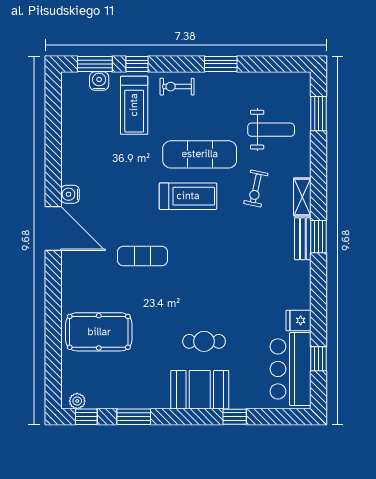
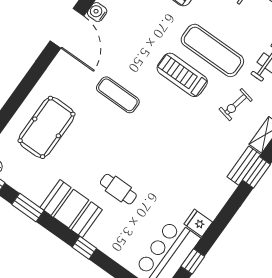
treadmill: (188, 196) -> (182, 75), turned 180
pool table: (99, 332) -> (47, 127), turned 90
booth: (200, 390) -> (71, 209), moved
window: (235, 417) -> (84, 248), moved

